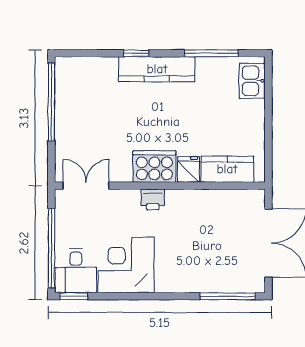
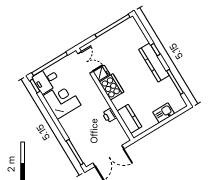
kitchen sink: (252, 81) -> (164, 113), moved
fridge: (188, 169) -> (101, 73), moved
printer: (153, 199) -> (109, 115), moved

